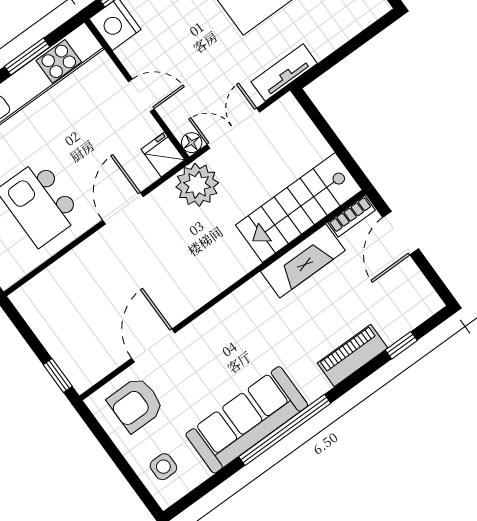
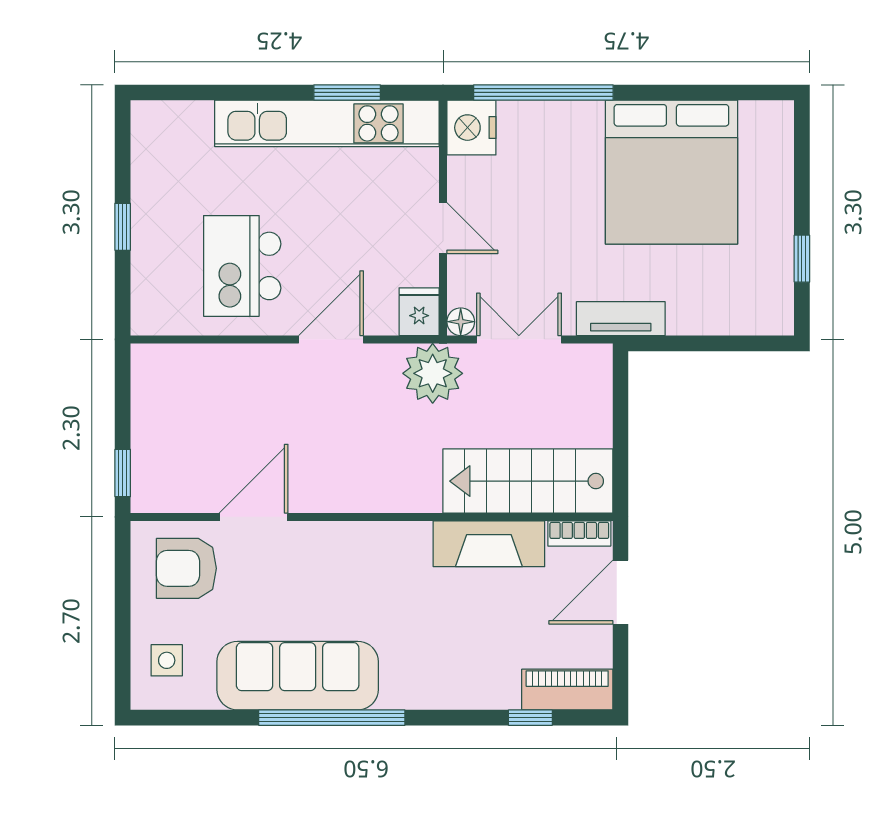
piano: (353, 355) -> (567, 690), moved

